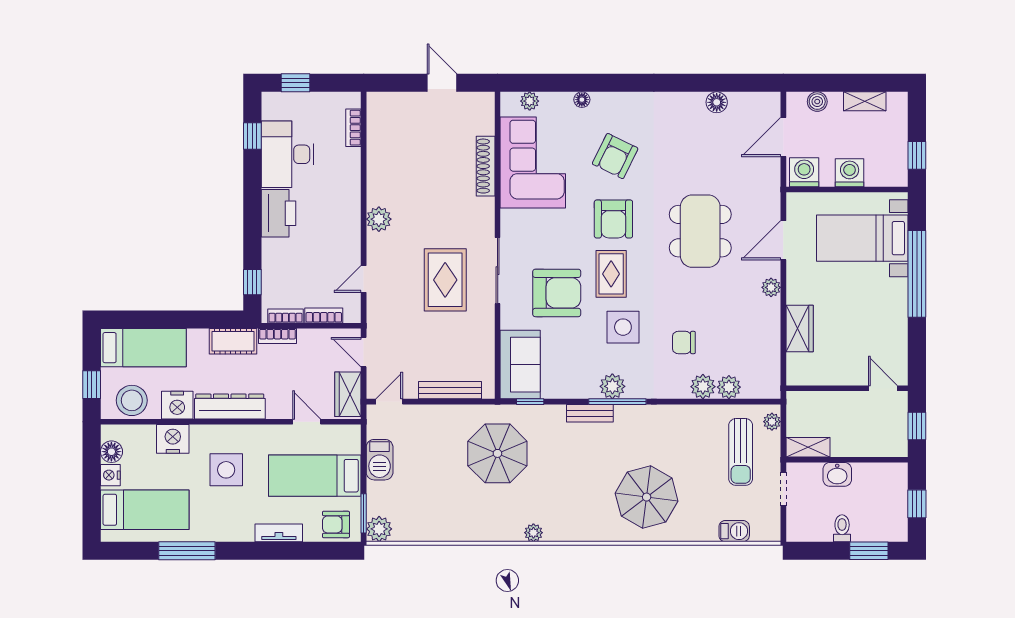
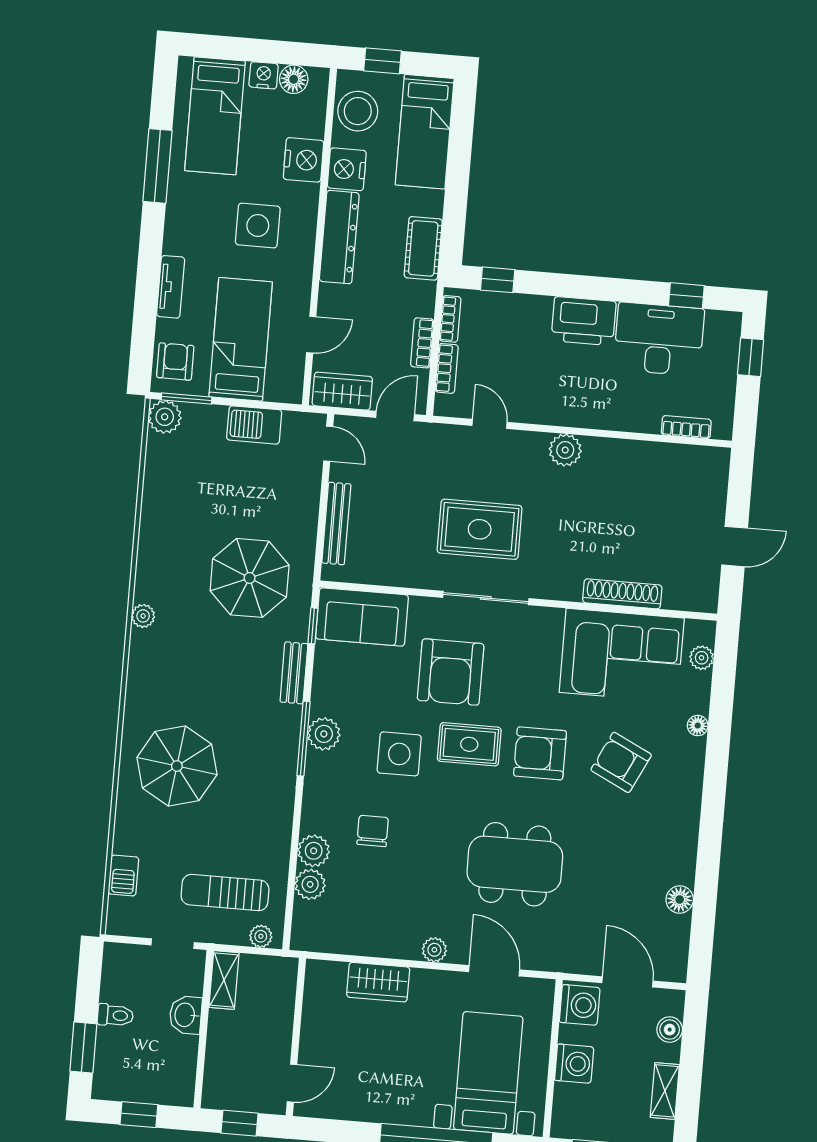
bookcase: (277, 336) -> (422, 343), moved
bench: (590, 413) -> (294, 673), moved

